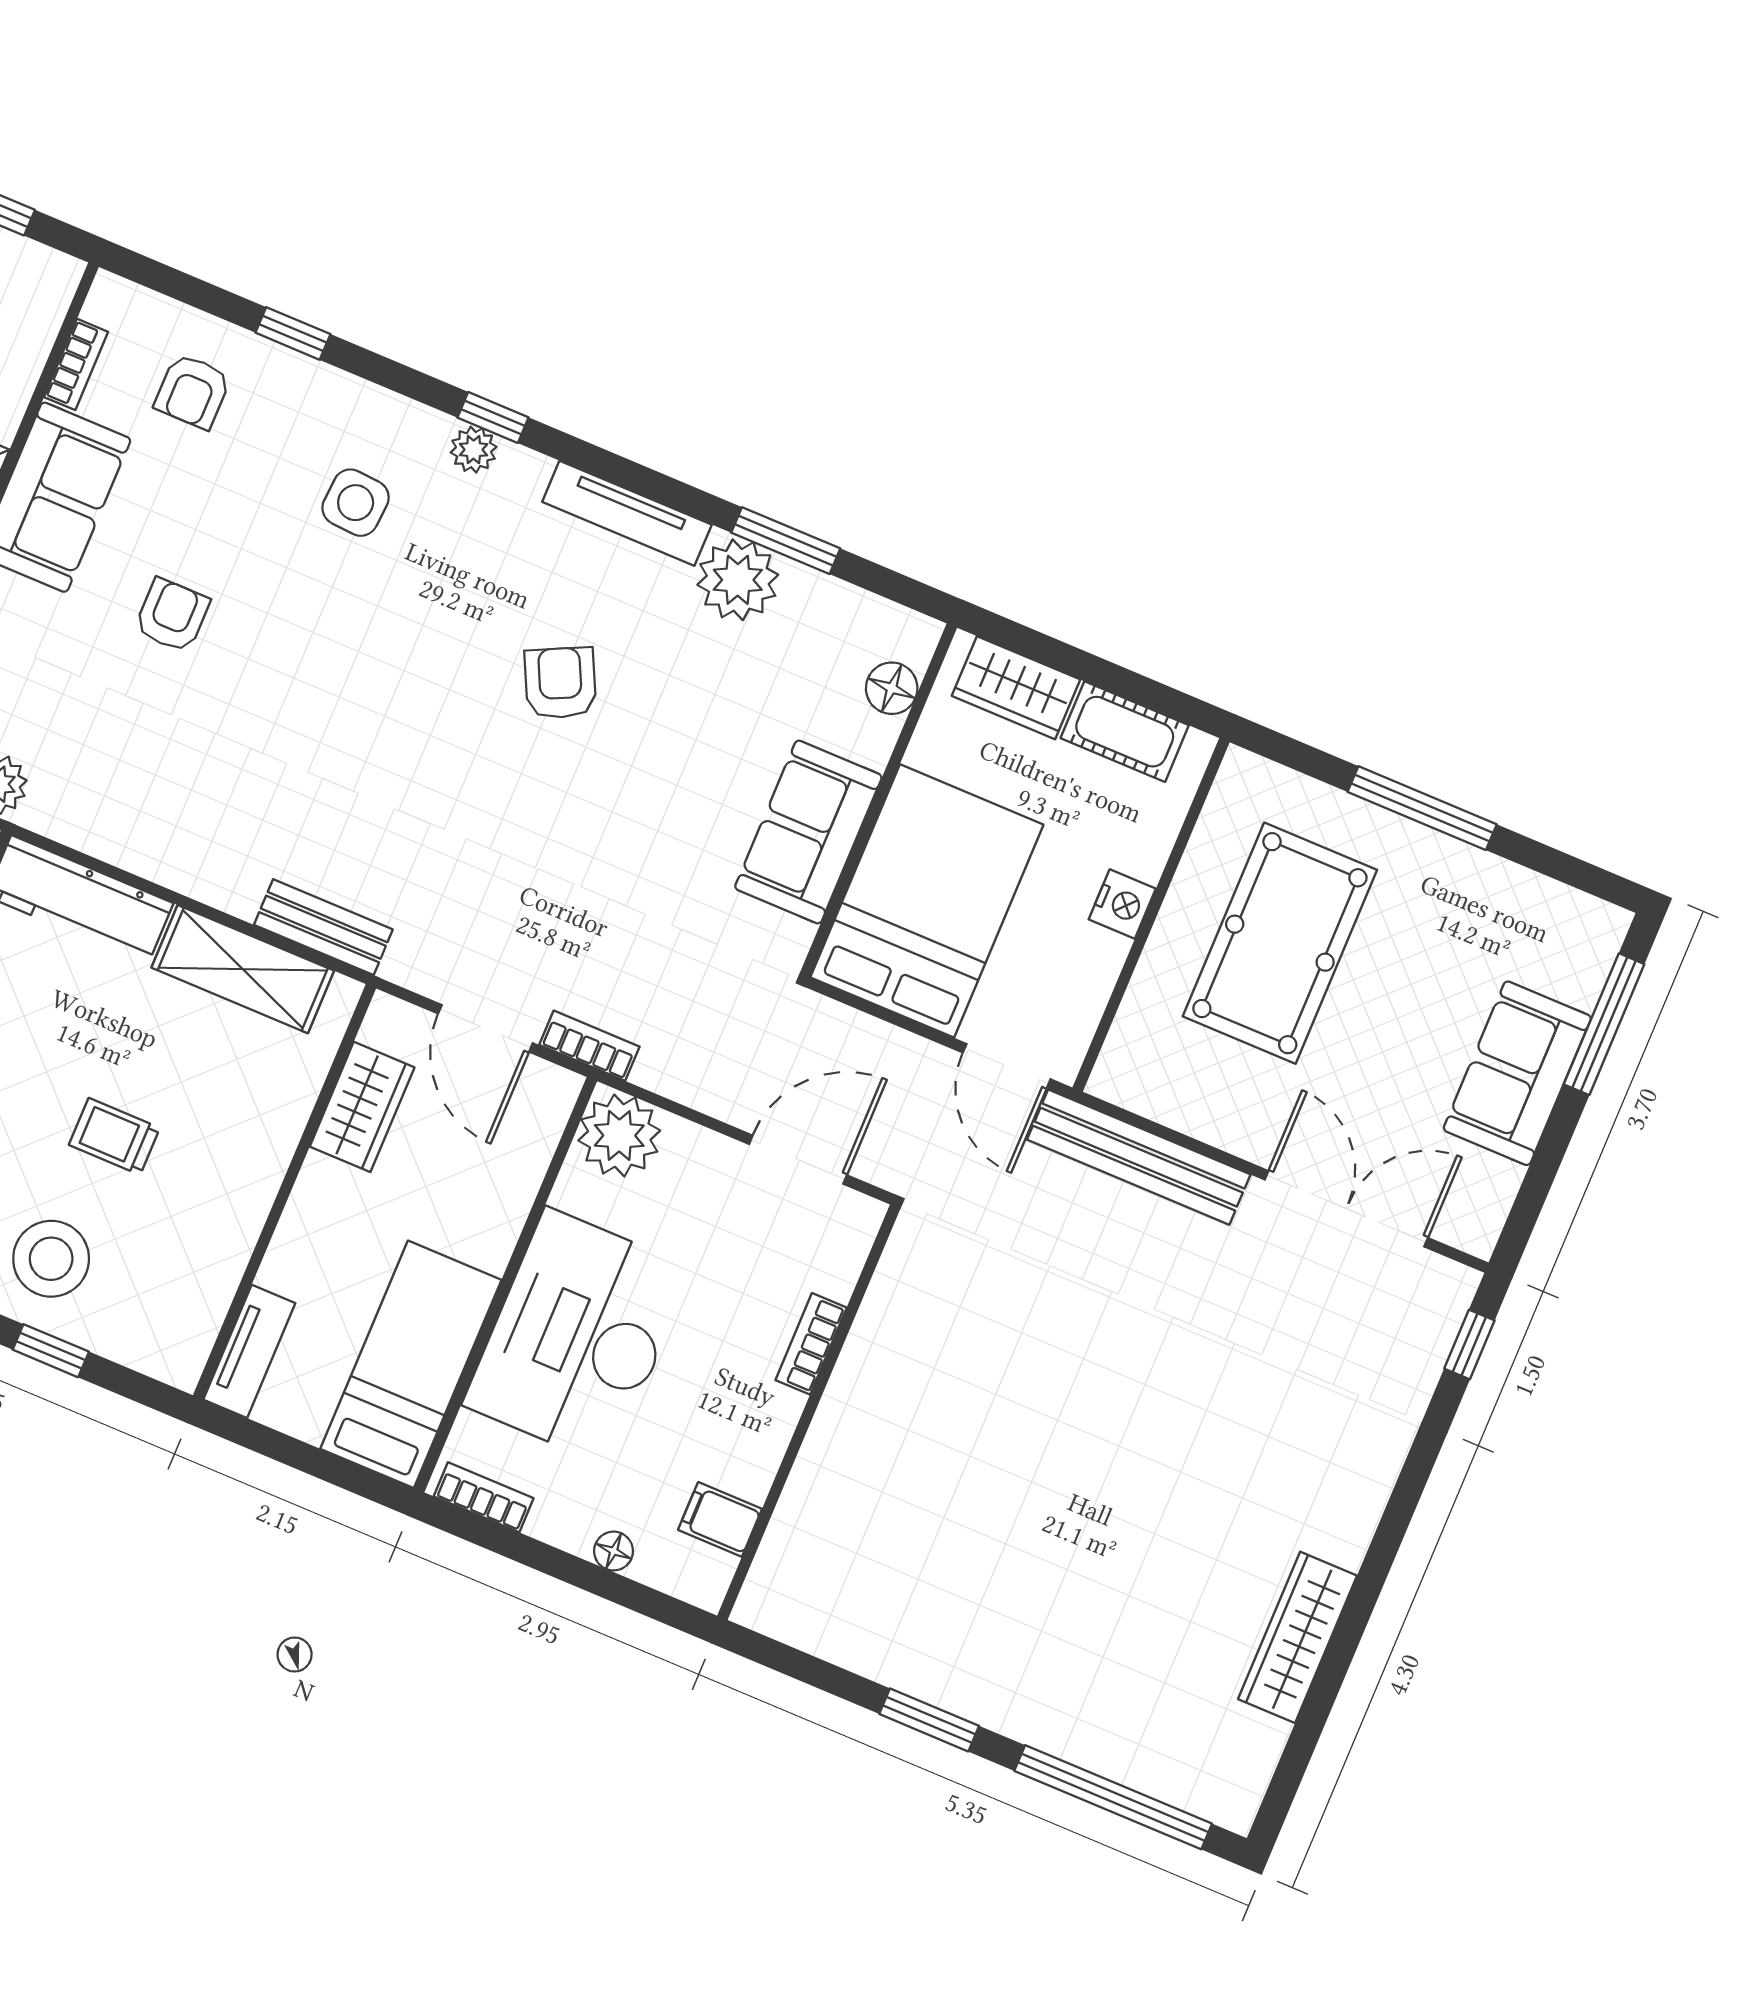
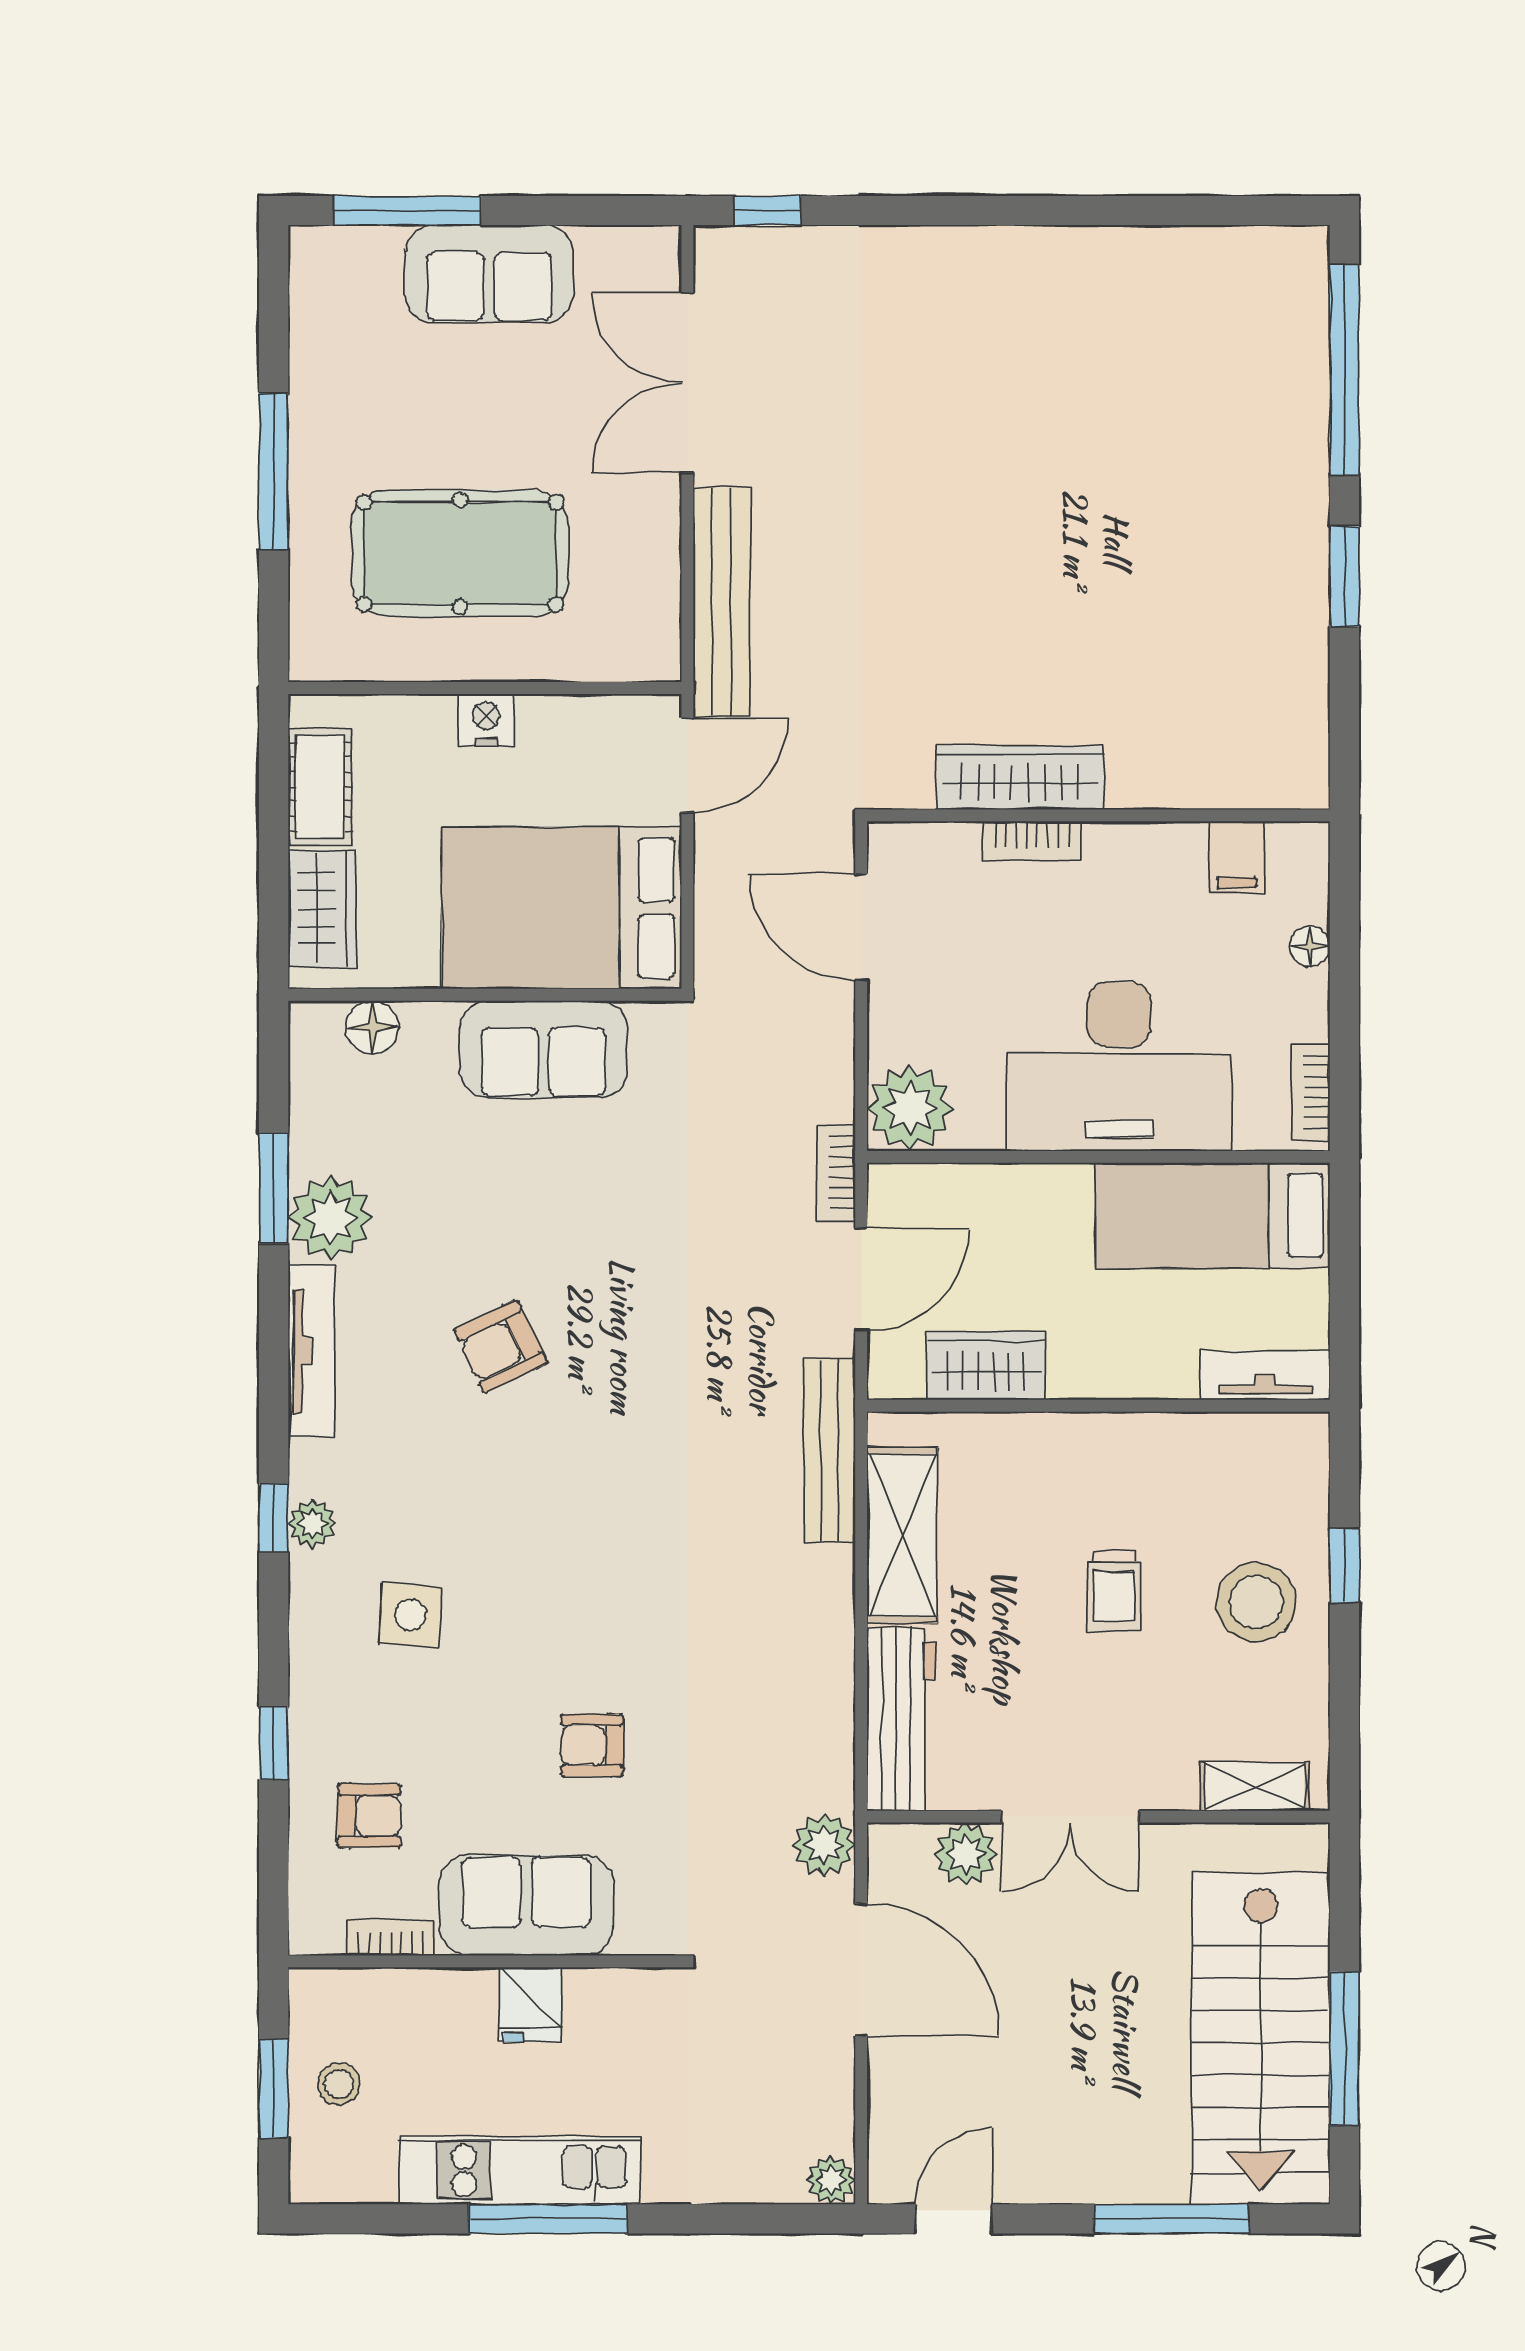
bench: (323, 927) -> (830, 1450), width x1.36
wardrobe: (1298, 1637) -> (1020, 777), moved, turned 180

